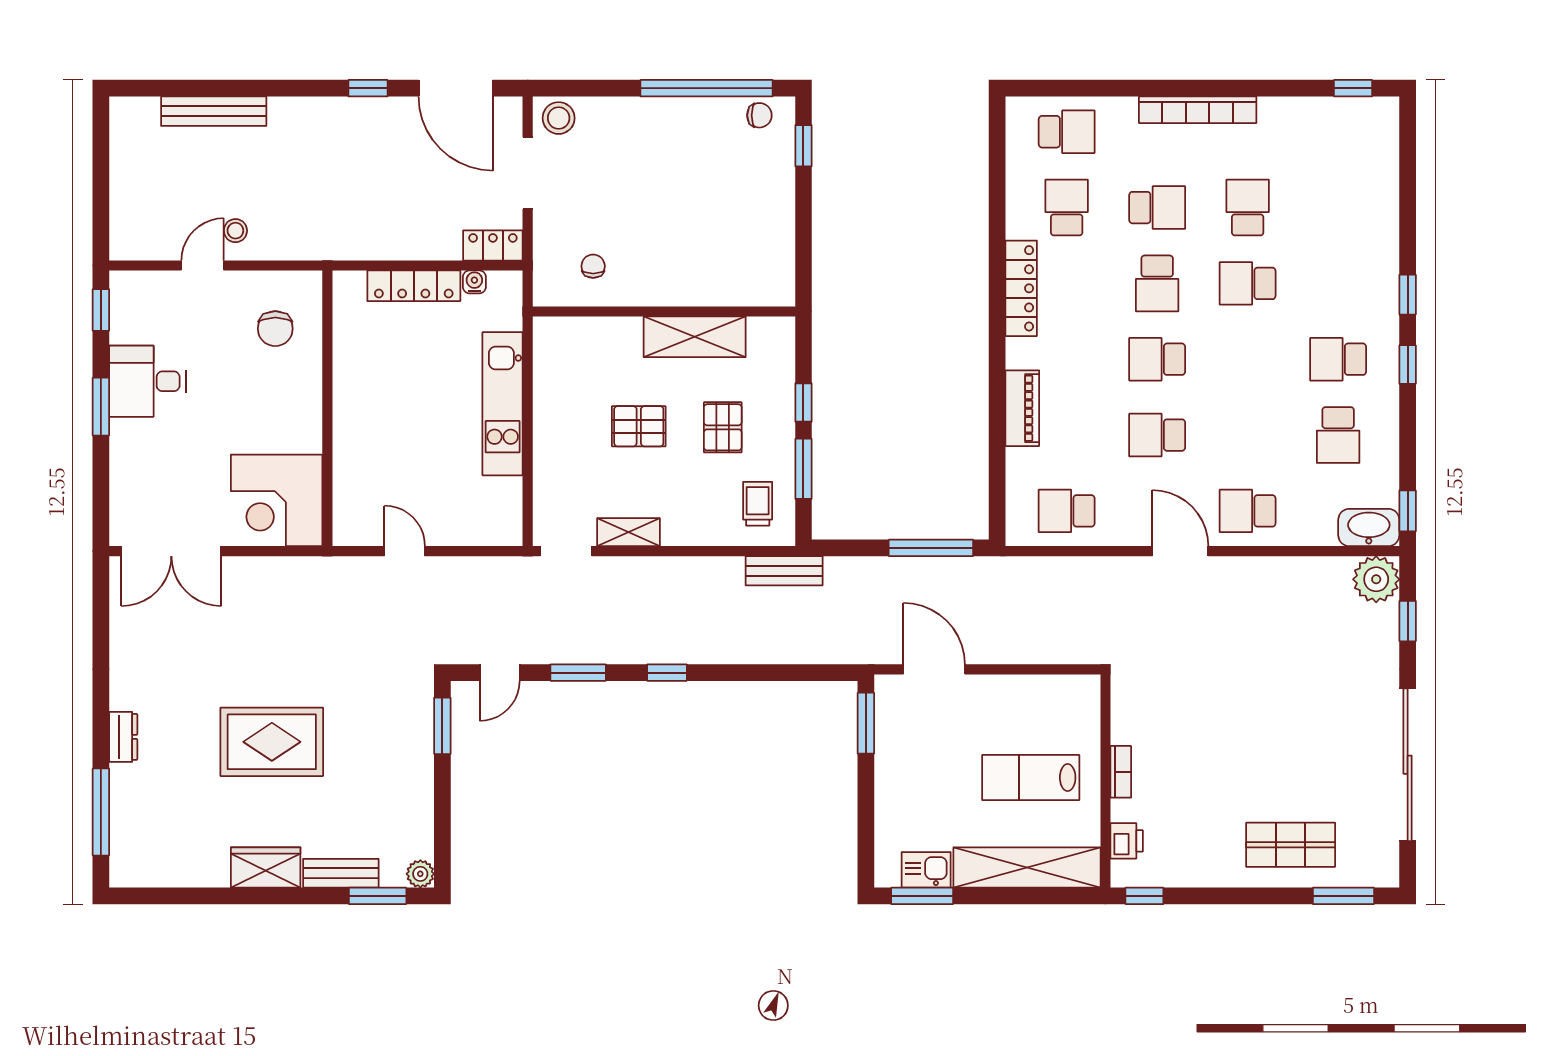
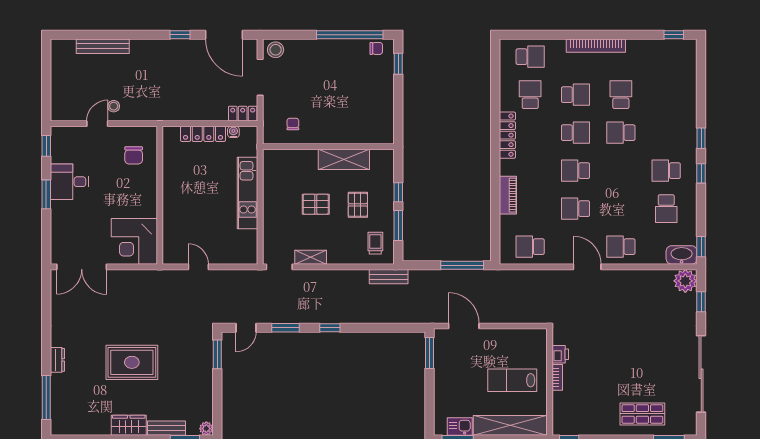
school desk: (1157, 283) -> (576, 133), turned -90
printer: (1127, 841) -> (560, 354), moved

